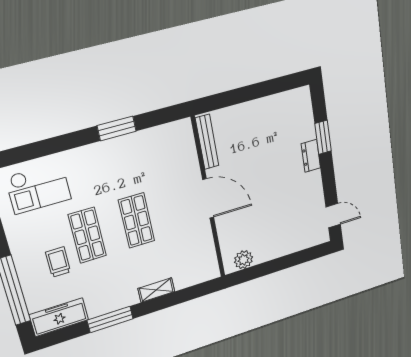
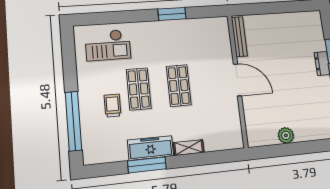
plant: (244, 260) -> (286, 135), moved
freezer: (59, 317) -> (151, 148), moved

